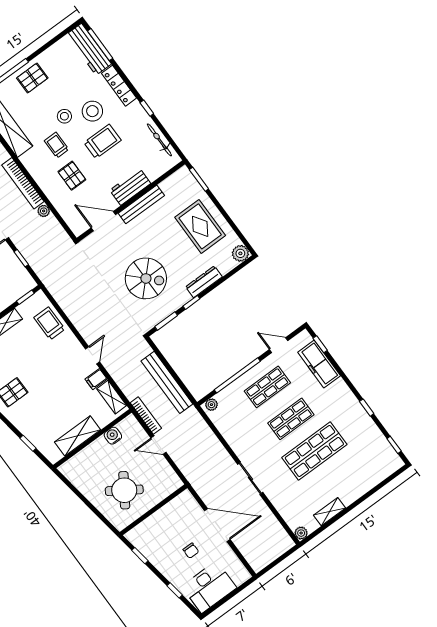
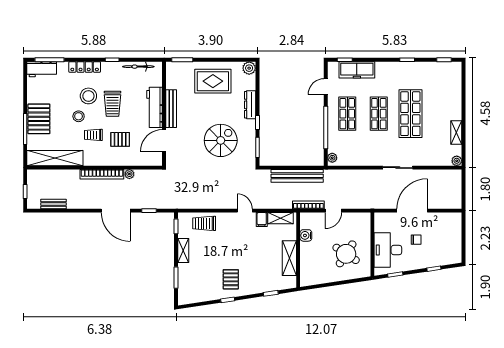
workbench: (89, 49) -> (42, 69), width x0.73
pallet: (32, 78) -> (39, 119), width x1.50, depth x1.42
trolley: (102, 141) -> (113, 104), turned 180
workbench: (130, 187) -> (155, 107), width x1.38
desk: (209, 587) -> (388, 250), moved, turned 180

